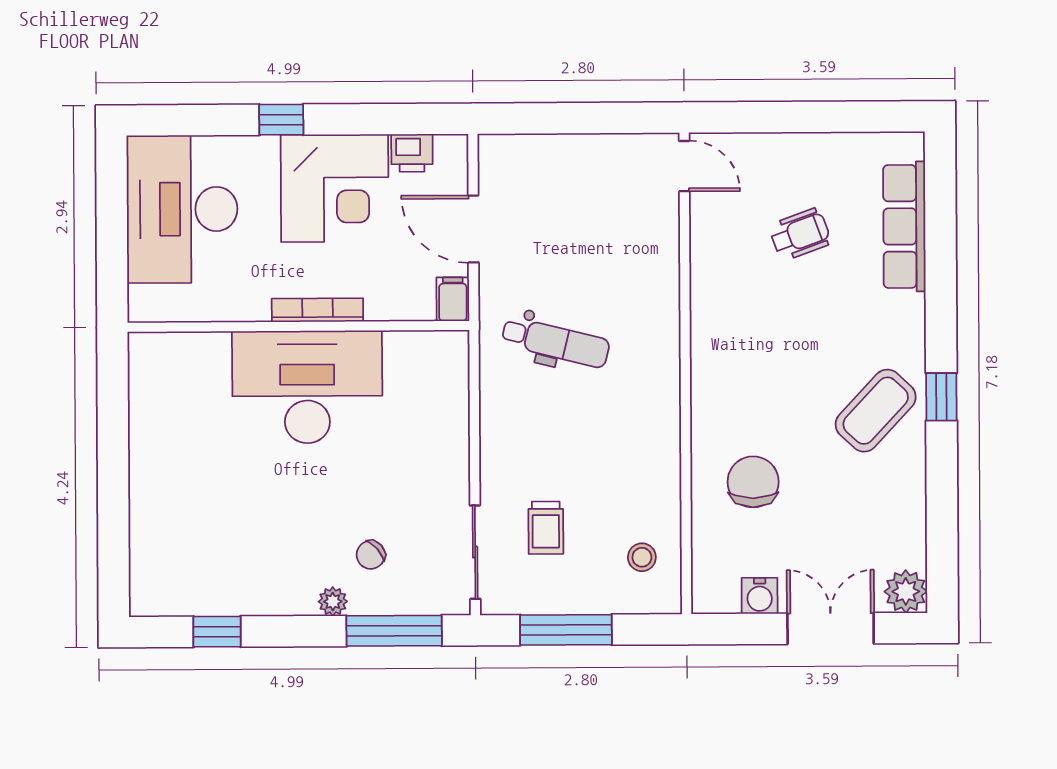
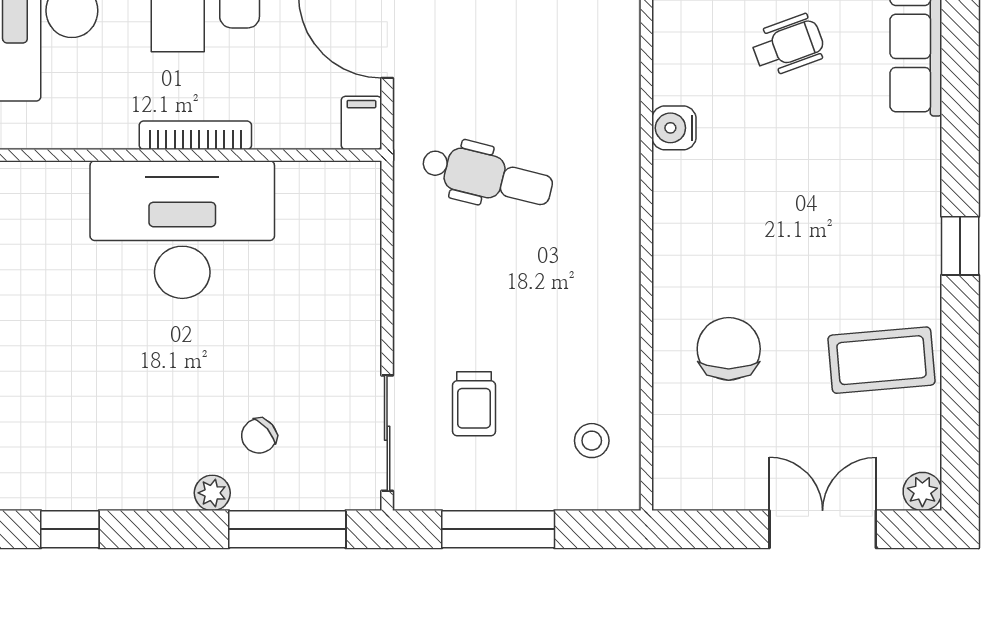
coffee table: (876, 411) -> (882, 360), moved, turned 42
plant: (906, 591) -> (922, 491), width x0.73, depth x0.73
water cooler: (760, 596) -> (674, 128), moved, turned 90

